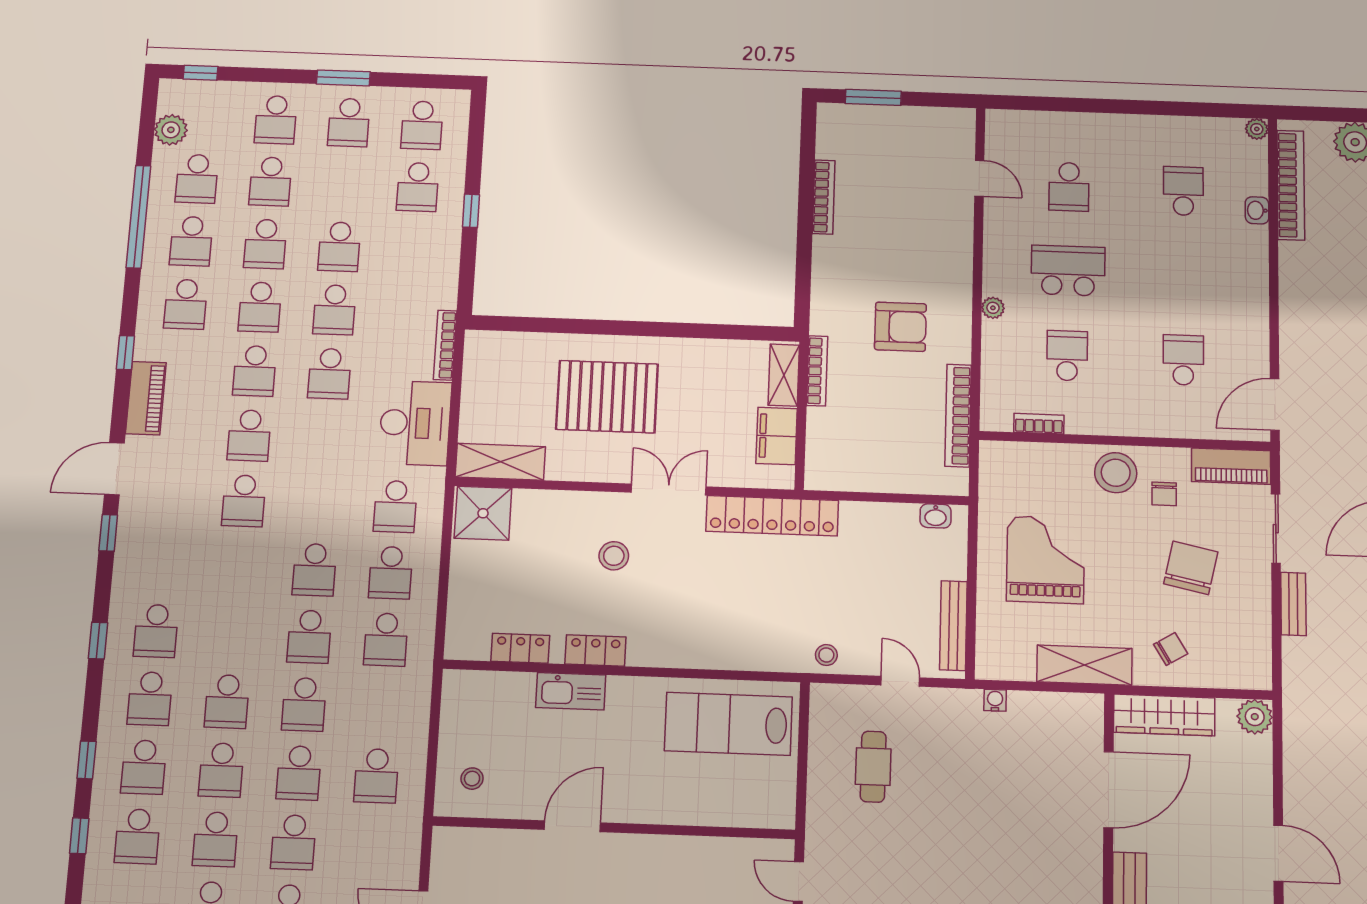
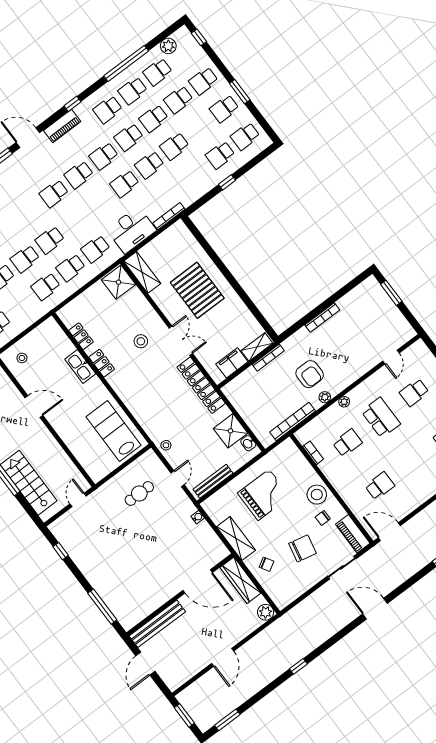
bookcase: (824, 197) -> (322, 317), moved
plant: (960, 332) -> (325, 397), added
shower: (890, 528) -> (231, 431), added
bench: (1293, 604) -> (319, 595), removed

